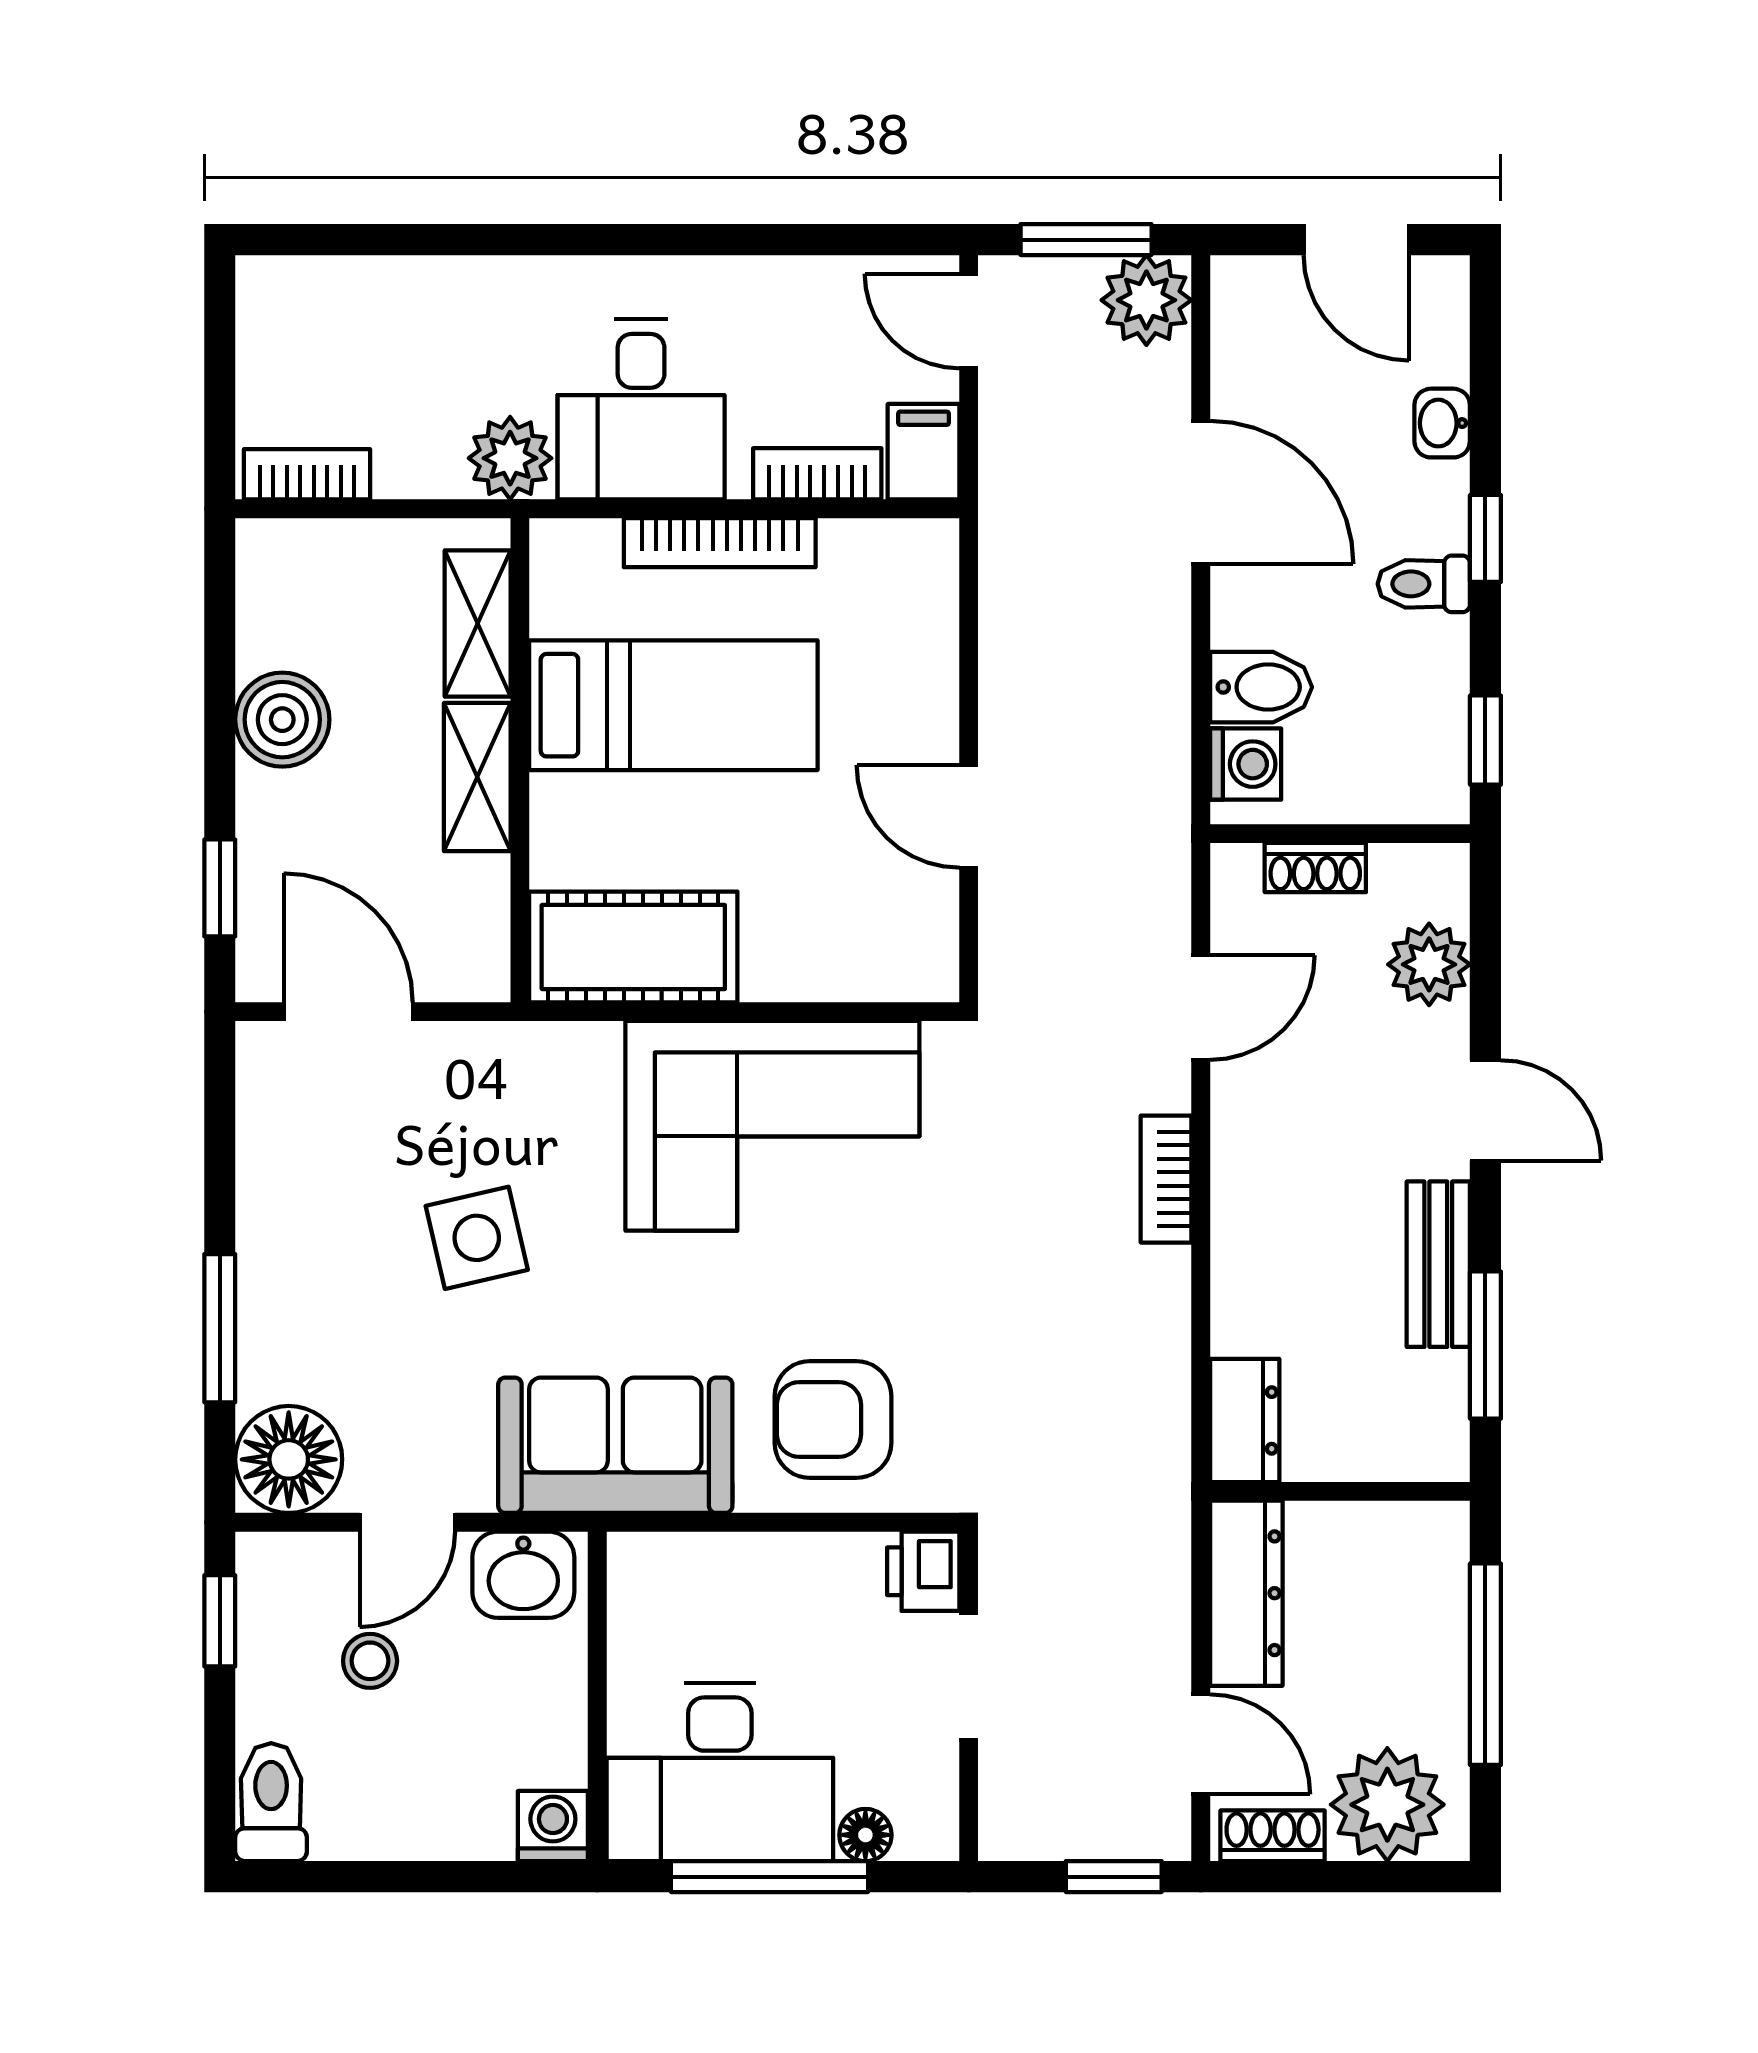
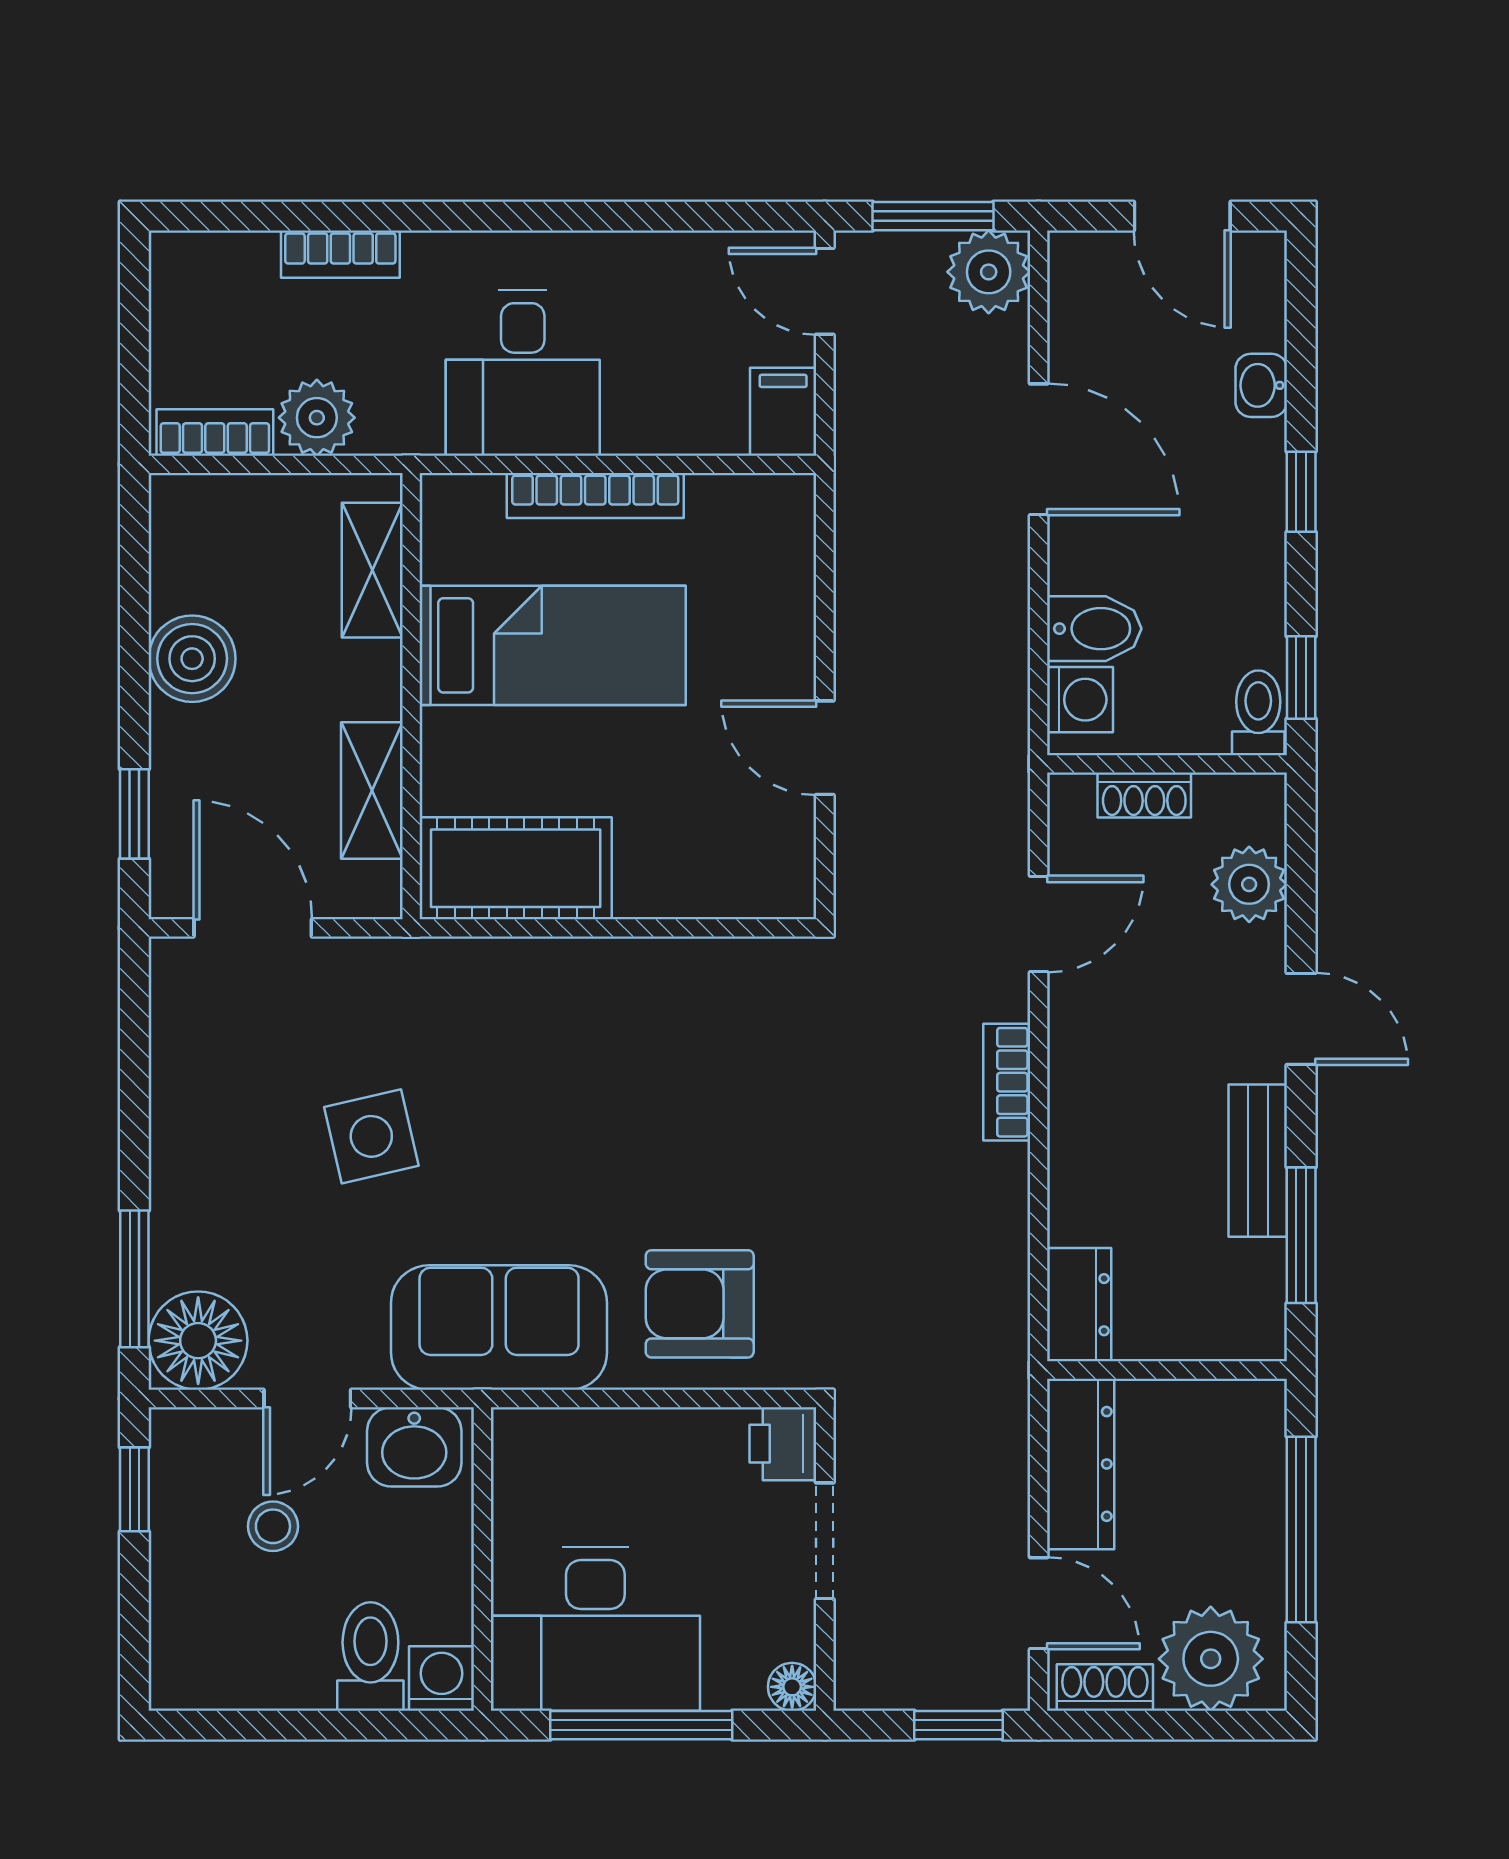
plant: (510, 458) -> (317, 418), moved
bookcase: (817, 474) -> (340, 254), moved, turned 180
toilet: (1424, 584) -> (1258, 713), moved, turned 90
shelving: (477, 777) -> (372, 791), moved
corner sofa: (772, 1126) -> (644, 1033), removed
window: (220, 1328) -> (134, 1279), moved
toilet: (271, 1802) -> (370, 1656), moved
floor lamp: (865, 1835) -> (792, 1687), moved

